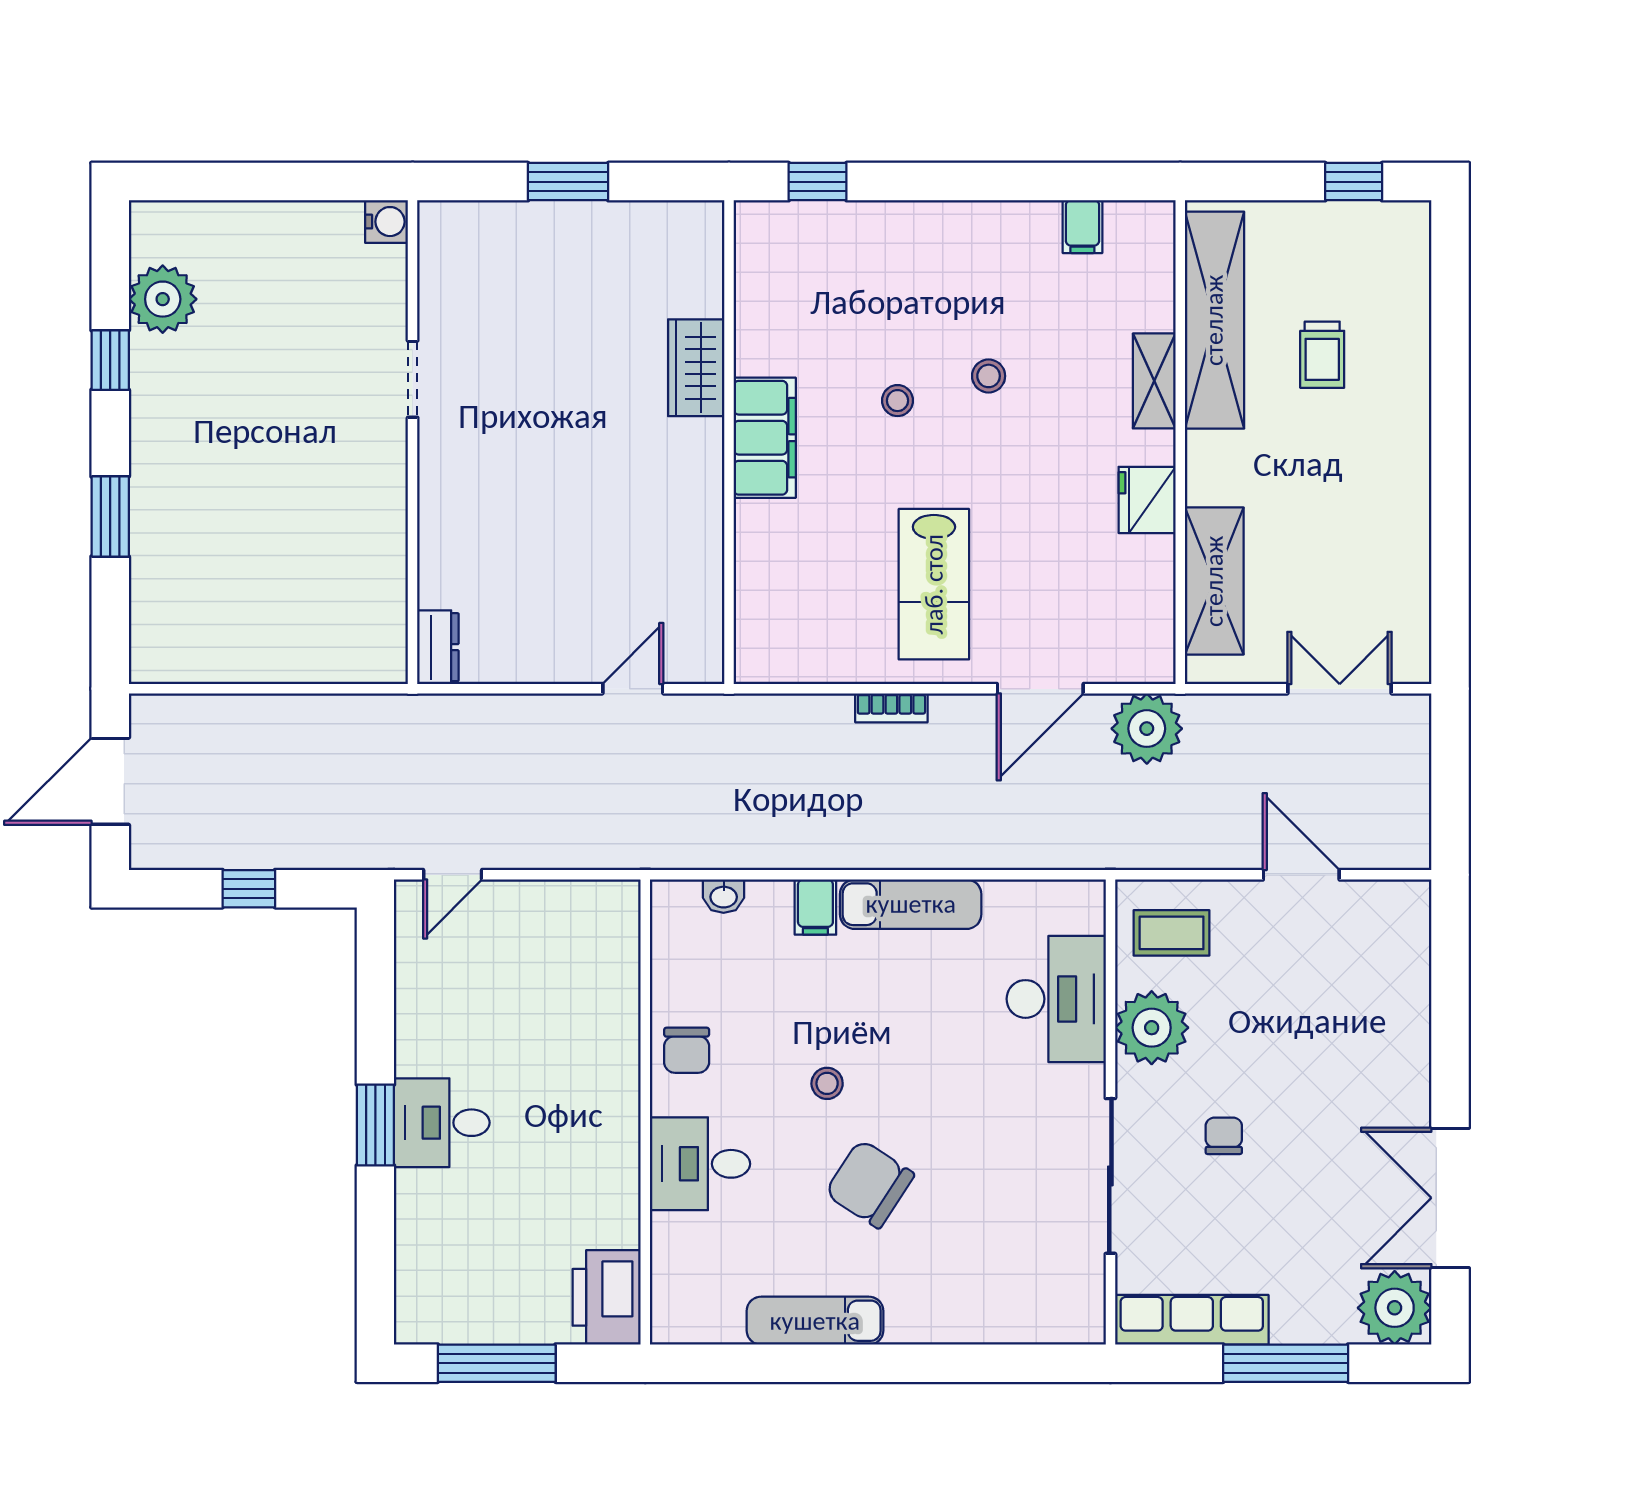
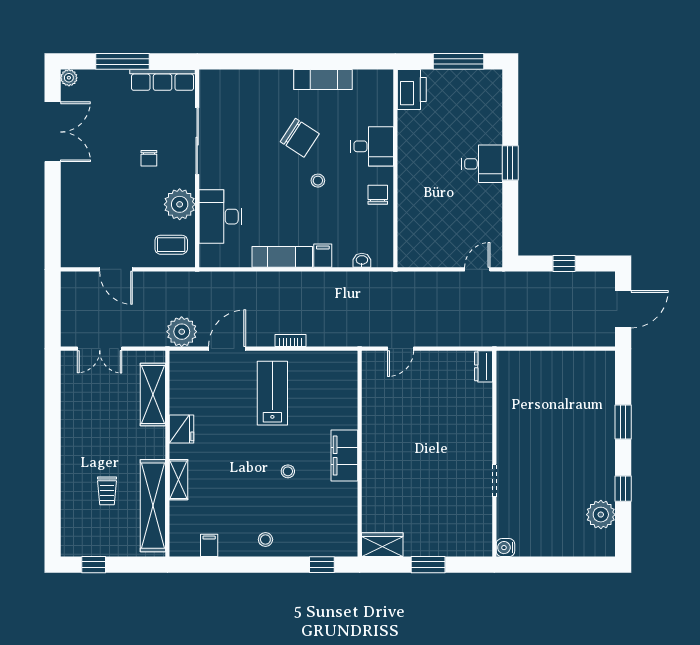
trolley: (1322, 355) -> (107, 491), turned 180
wardrobe: (696, 368) -> (382, 545), moved, turned -90
stool: (989, 376) -> (265, 539), moved
plant: (1395, 1308) -> (69, 78), width x0.53, depth x0.53

